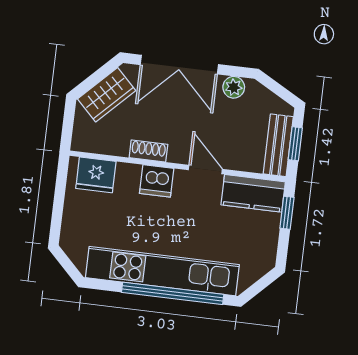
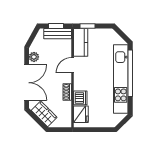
dishwasher: (157, 181) -> (80, 98), moved

